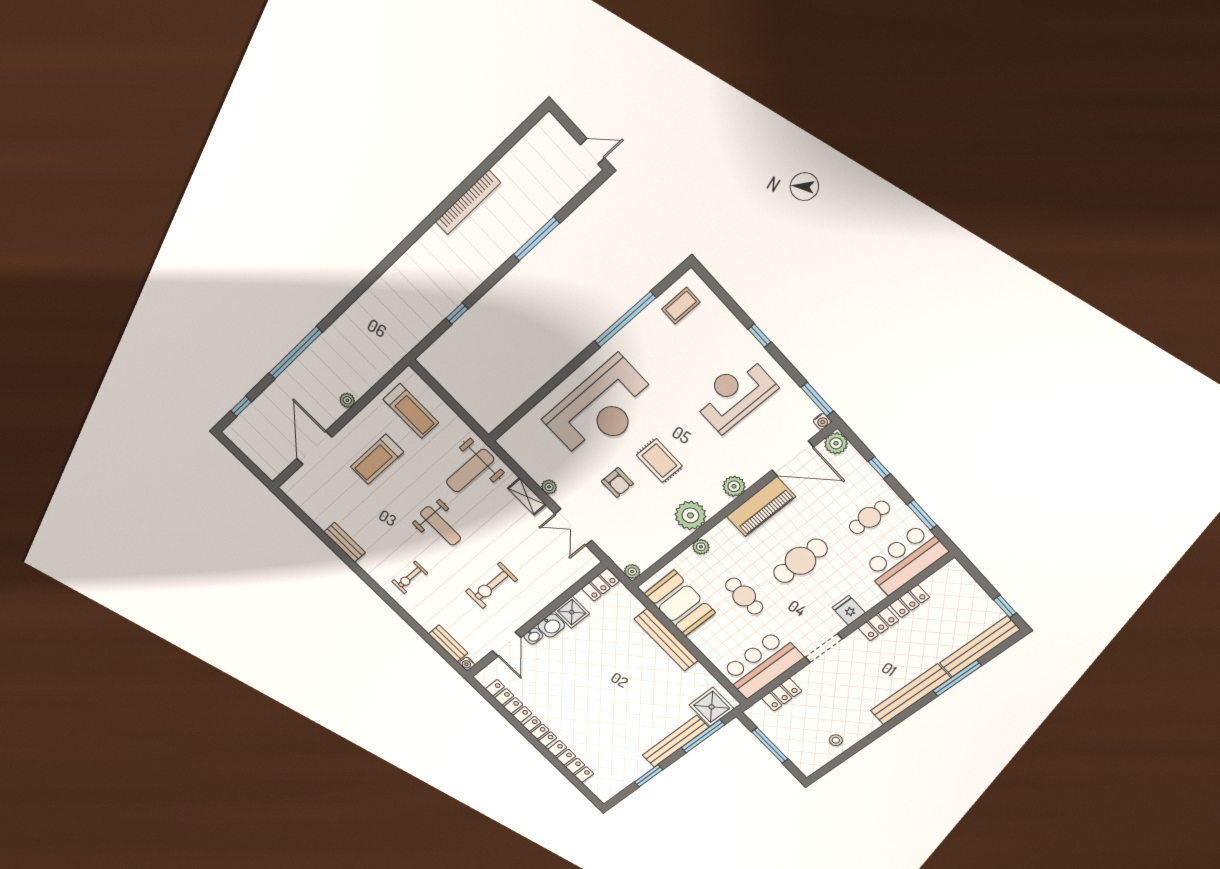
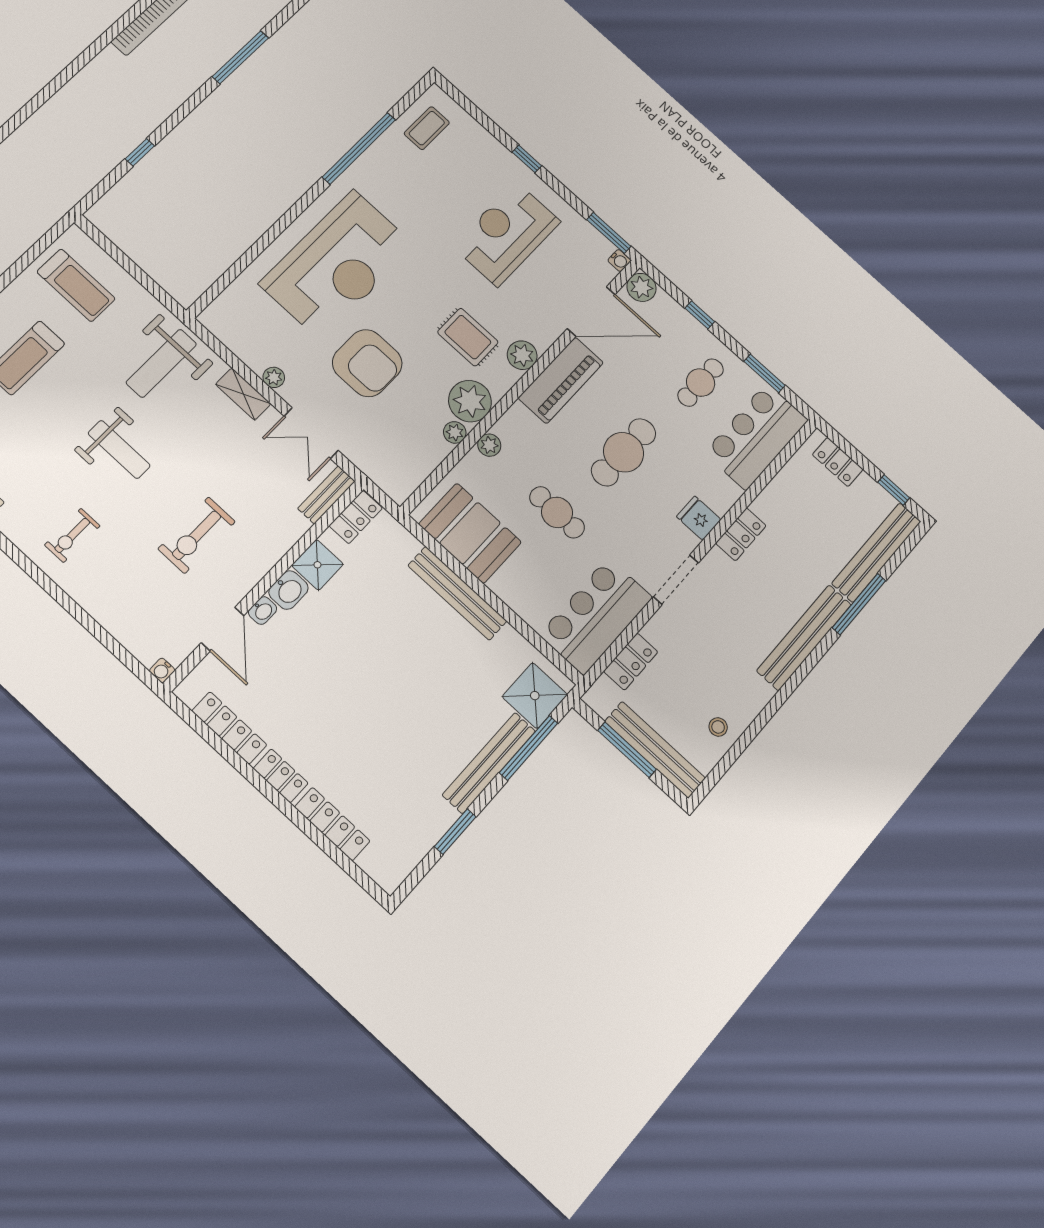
rug: (659, 461) -> (468, 337), moved
armchair: (617, 482) -> (367, 363), width x1.88, depth x1.88
plant: (632, 571) -> (455, 432), moved
locker: (909, 601) -> (838, 462), moved, turned 90
bench: (448, 643) -> (326, 495), moved, turned 90
bench: (789, 748) -> (655, 750), added

